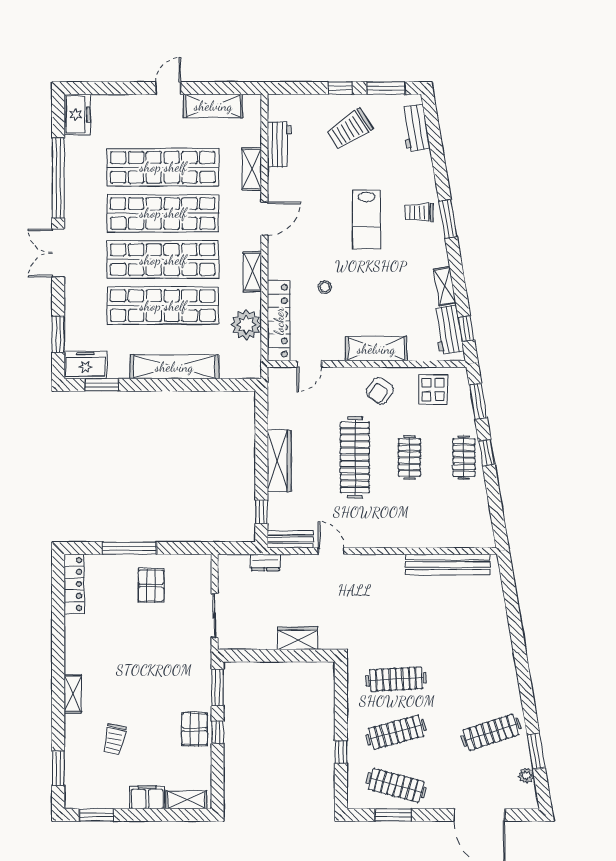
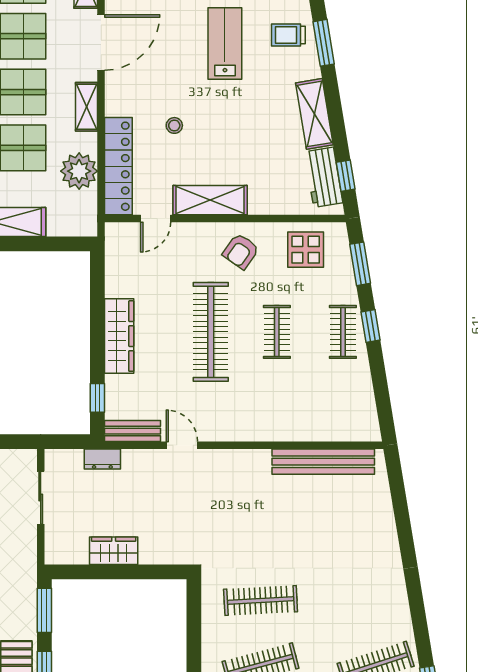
door: (264, 219) -> (101, 42), width x1.36
lab bench: (367, 219) -> (225, 44), turned 180
shelving: (445, 286) -> (314, 114), width x1.50, depth x1.33
shelving: (376, 349) -> (210, 200), moved
sliding door: (215, 616) -> (41, 498), moved
wardrobe: (298, 638) -> (114, 551), moved

